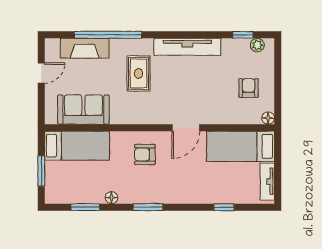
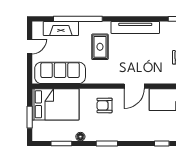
sofa: (83, 110) -> (60, 73), width x1.36
bed: (77, 146) -> (55, 104), width x1.50

